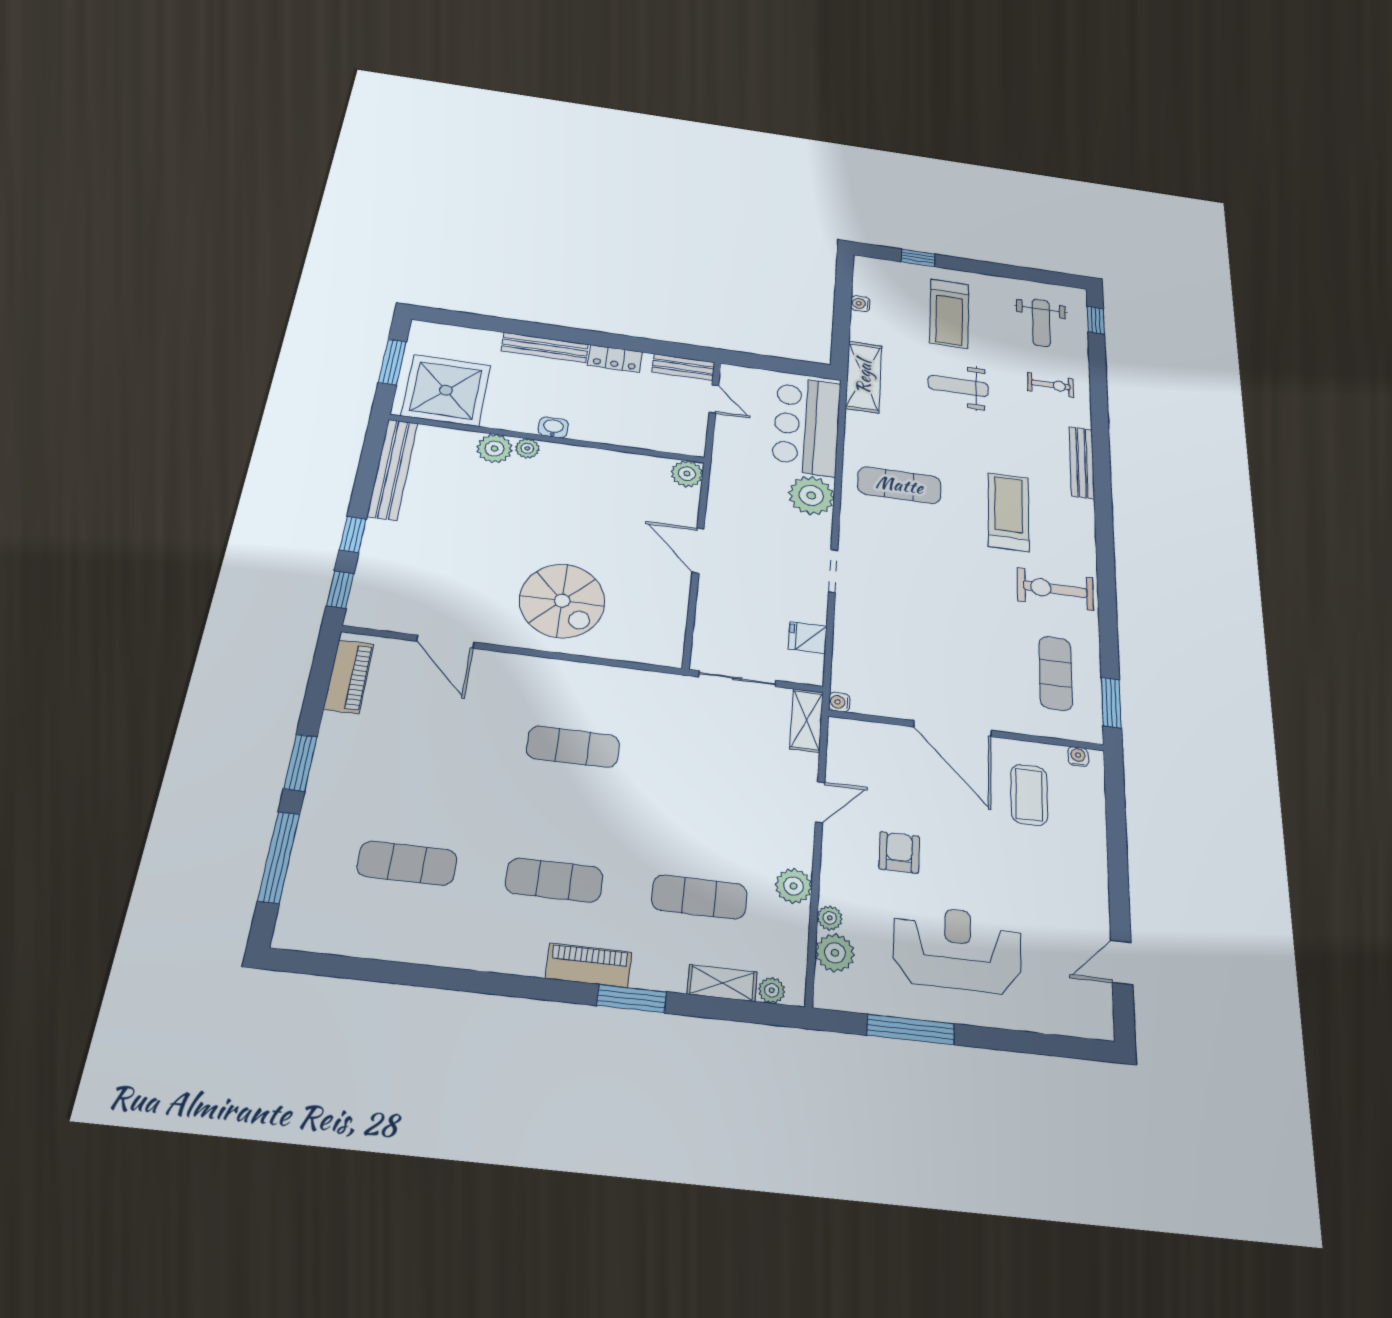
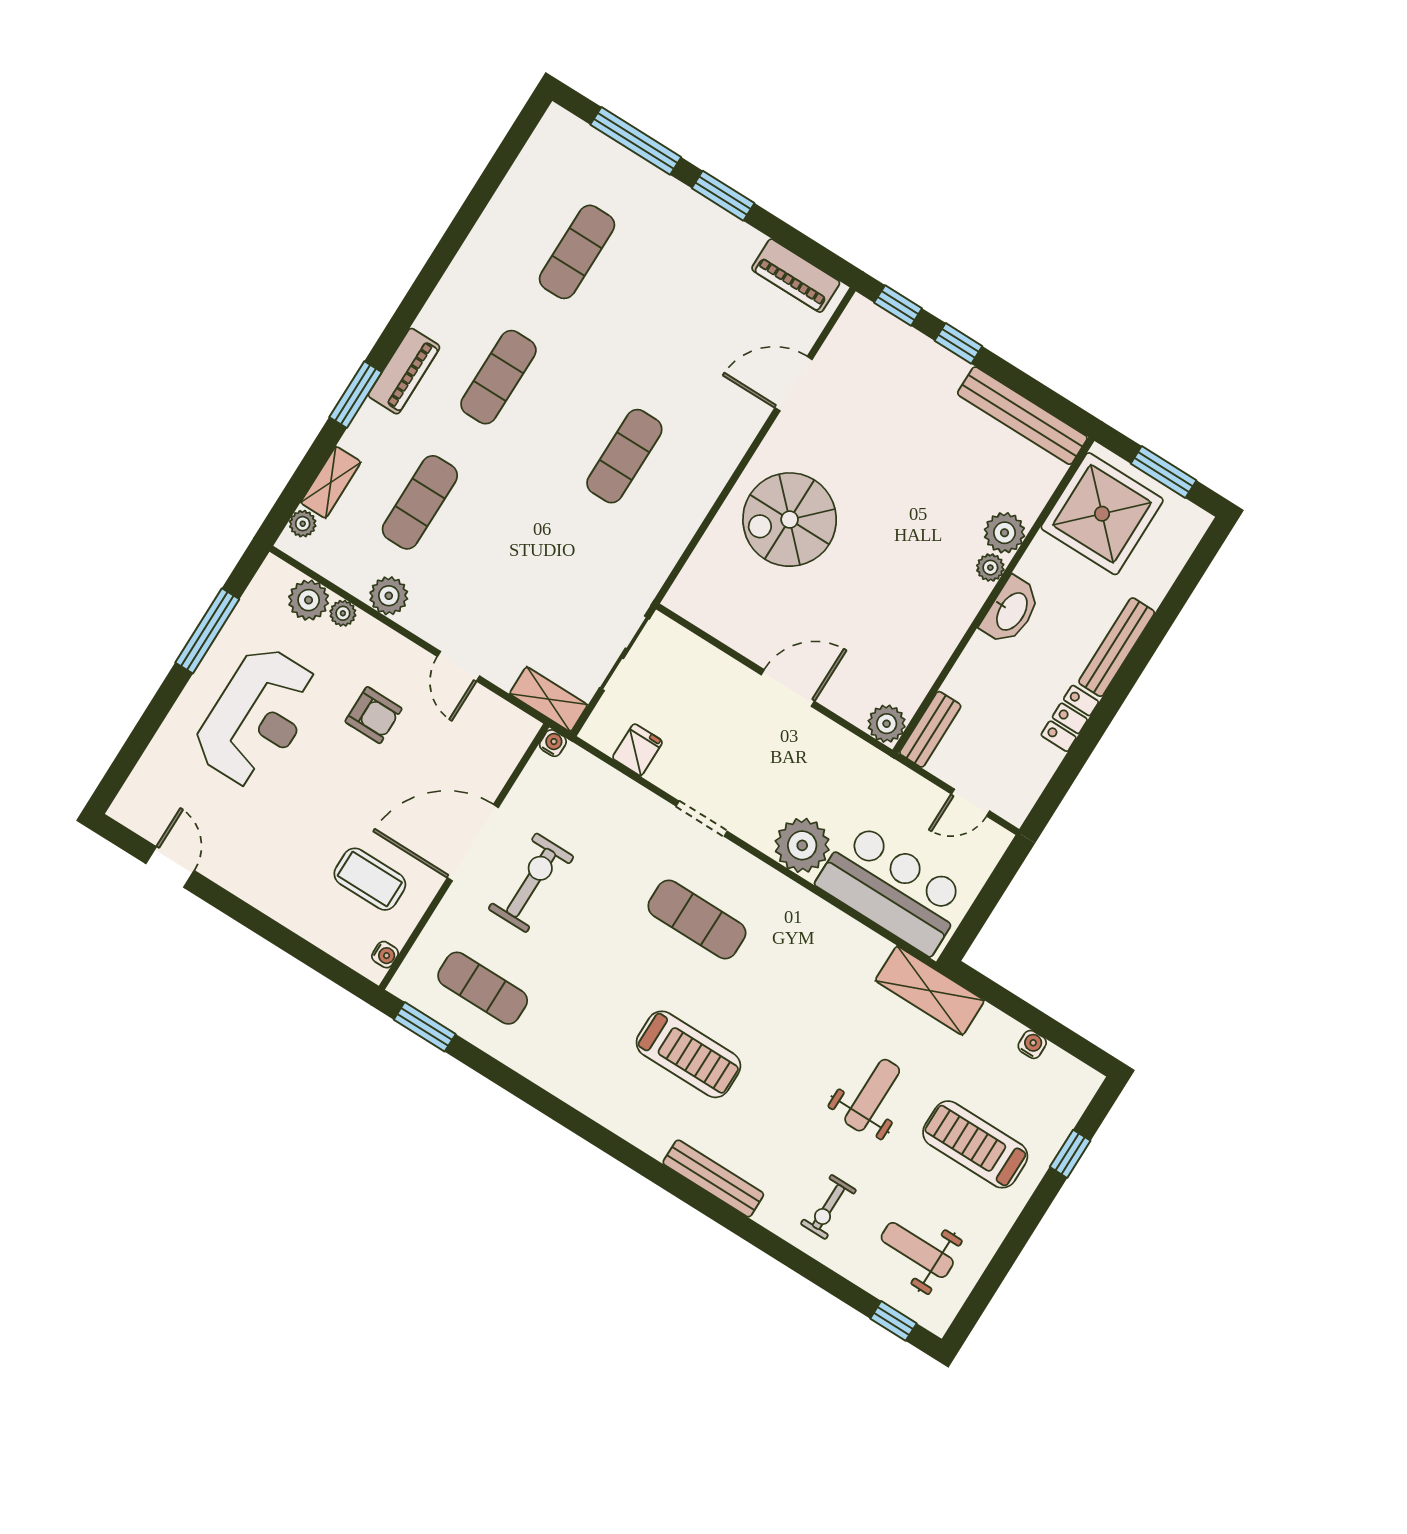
bench: (684, 367) -> (930, 729), moved
washbasin: (553, 427) -> (1011, 611), width x1.91, depth x1.45
exercise mat: (899, 485) -> (697, 919), moved, turned 90
exercise bike: (1055, 589) -> (531, 883), moved

